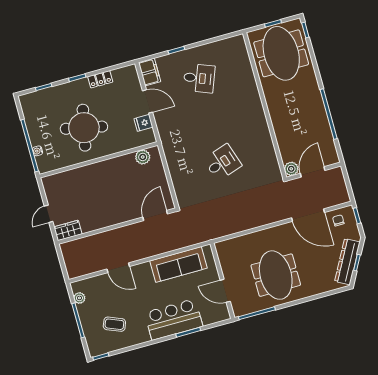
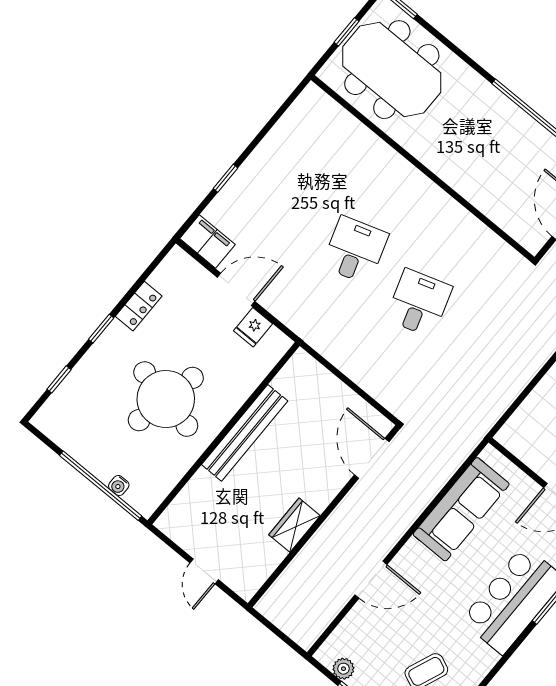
desk: (199, 78) -> (355, 250), moved, turned -39
plant: (143, 157) -> (289, 381), removed
bench: (108, 166) -> (245, 433), added
plant: (291, 169) -> (533, 238), removed
wardrobe: (68, 230) -> (295, 525), moved

